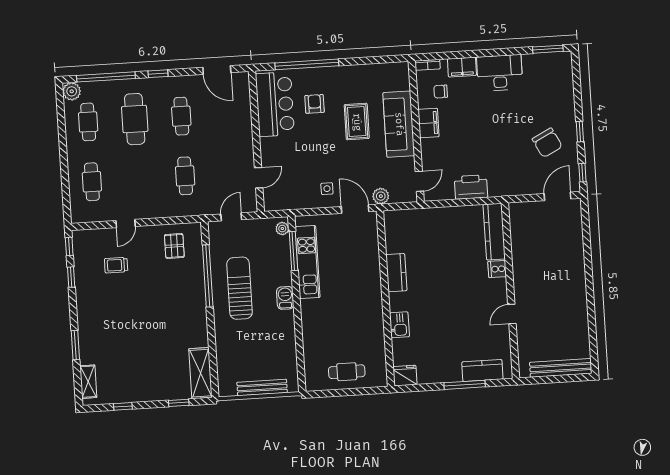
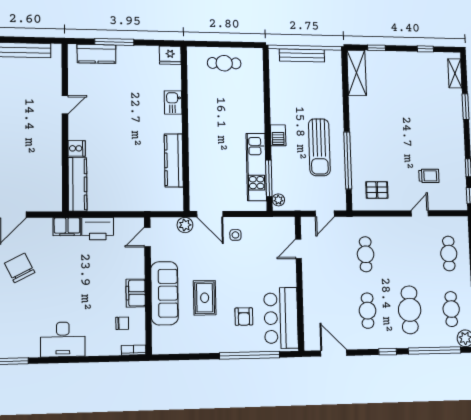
filing cabinet: (462, 67) -> (67, 227), moved, turned 180
pallet: (174, 246) -> (377, 190), turned 90
kitchen counter: (396, 273) -> (174, 160), width x1.50

